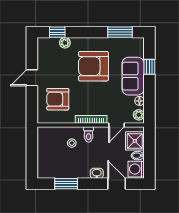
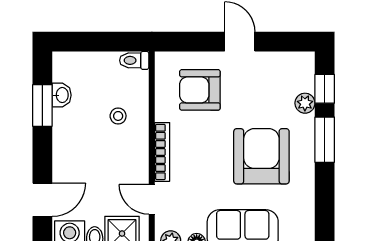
window: (120, 32) -> (325, 140), moved
armchair: (58, 99) -> (200, 90), turned -90
toilet: (89, 134) -> (134, 60), moved
washbasin: (97, 173) -> (62, 95), moved

